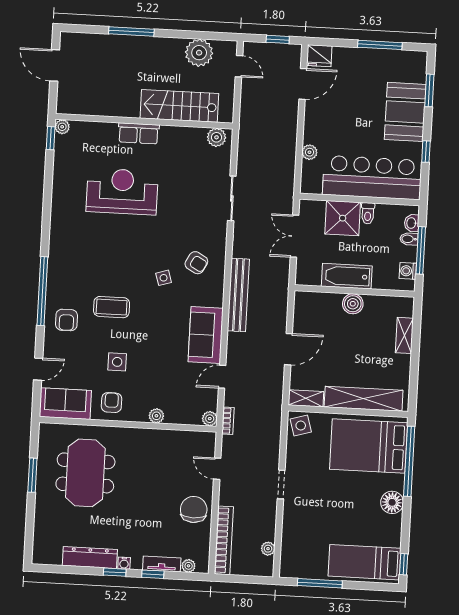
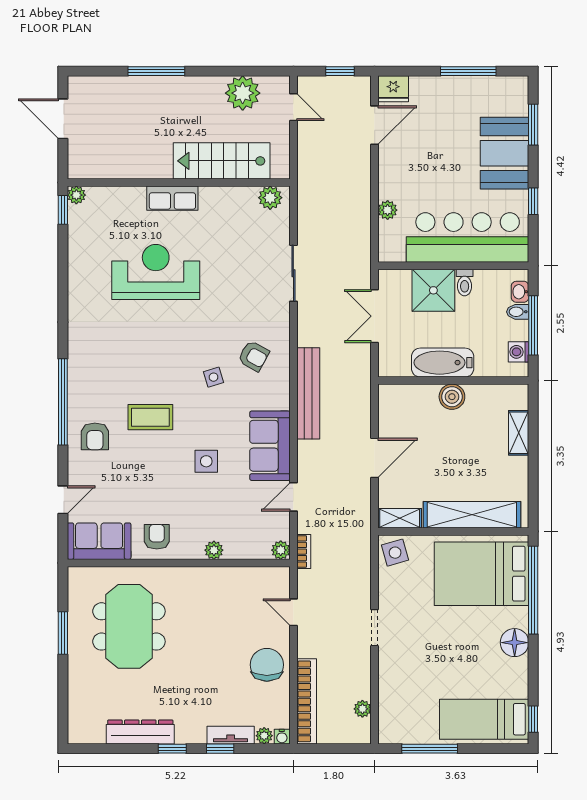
side table: (117, 362) -> (206, 461), moved
water cooler: (124, 563) -> (282, 737), moved

